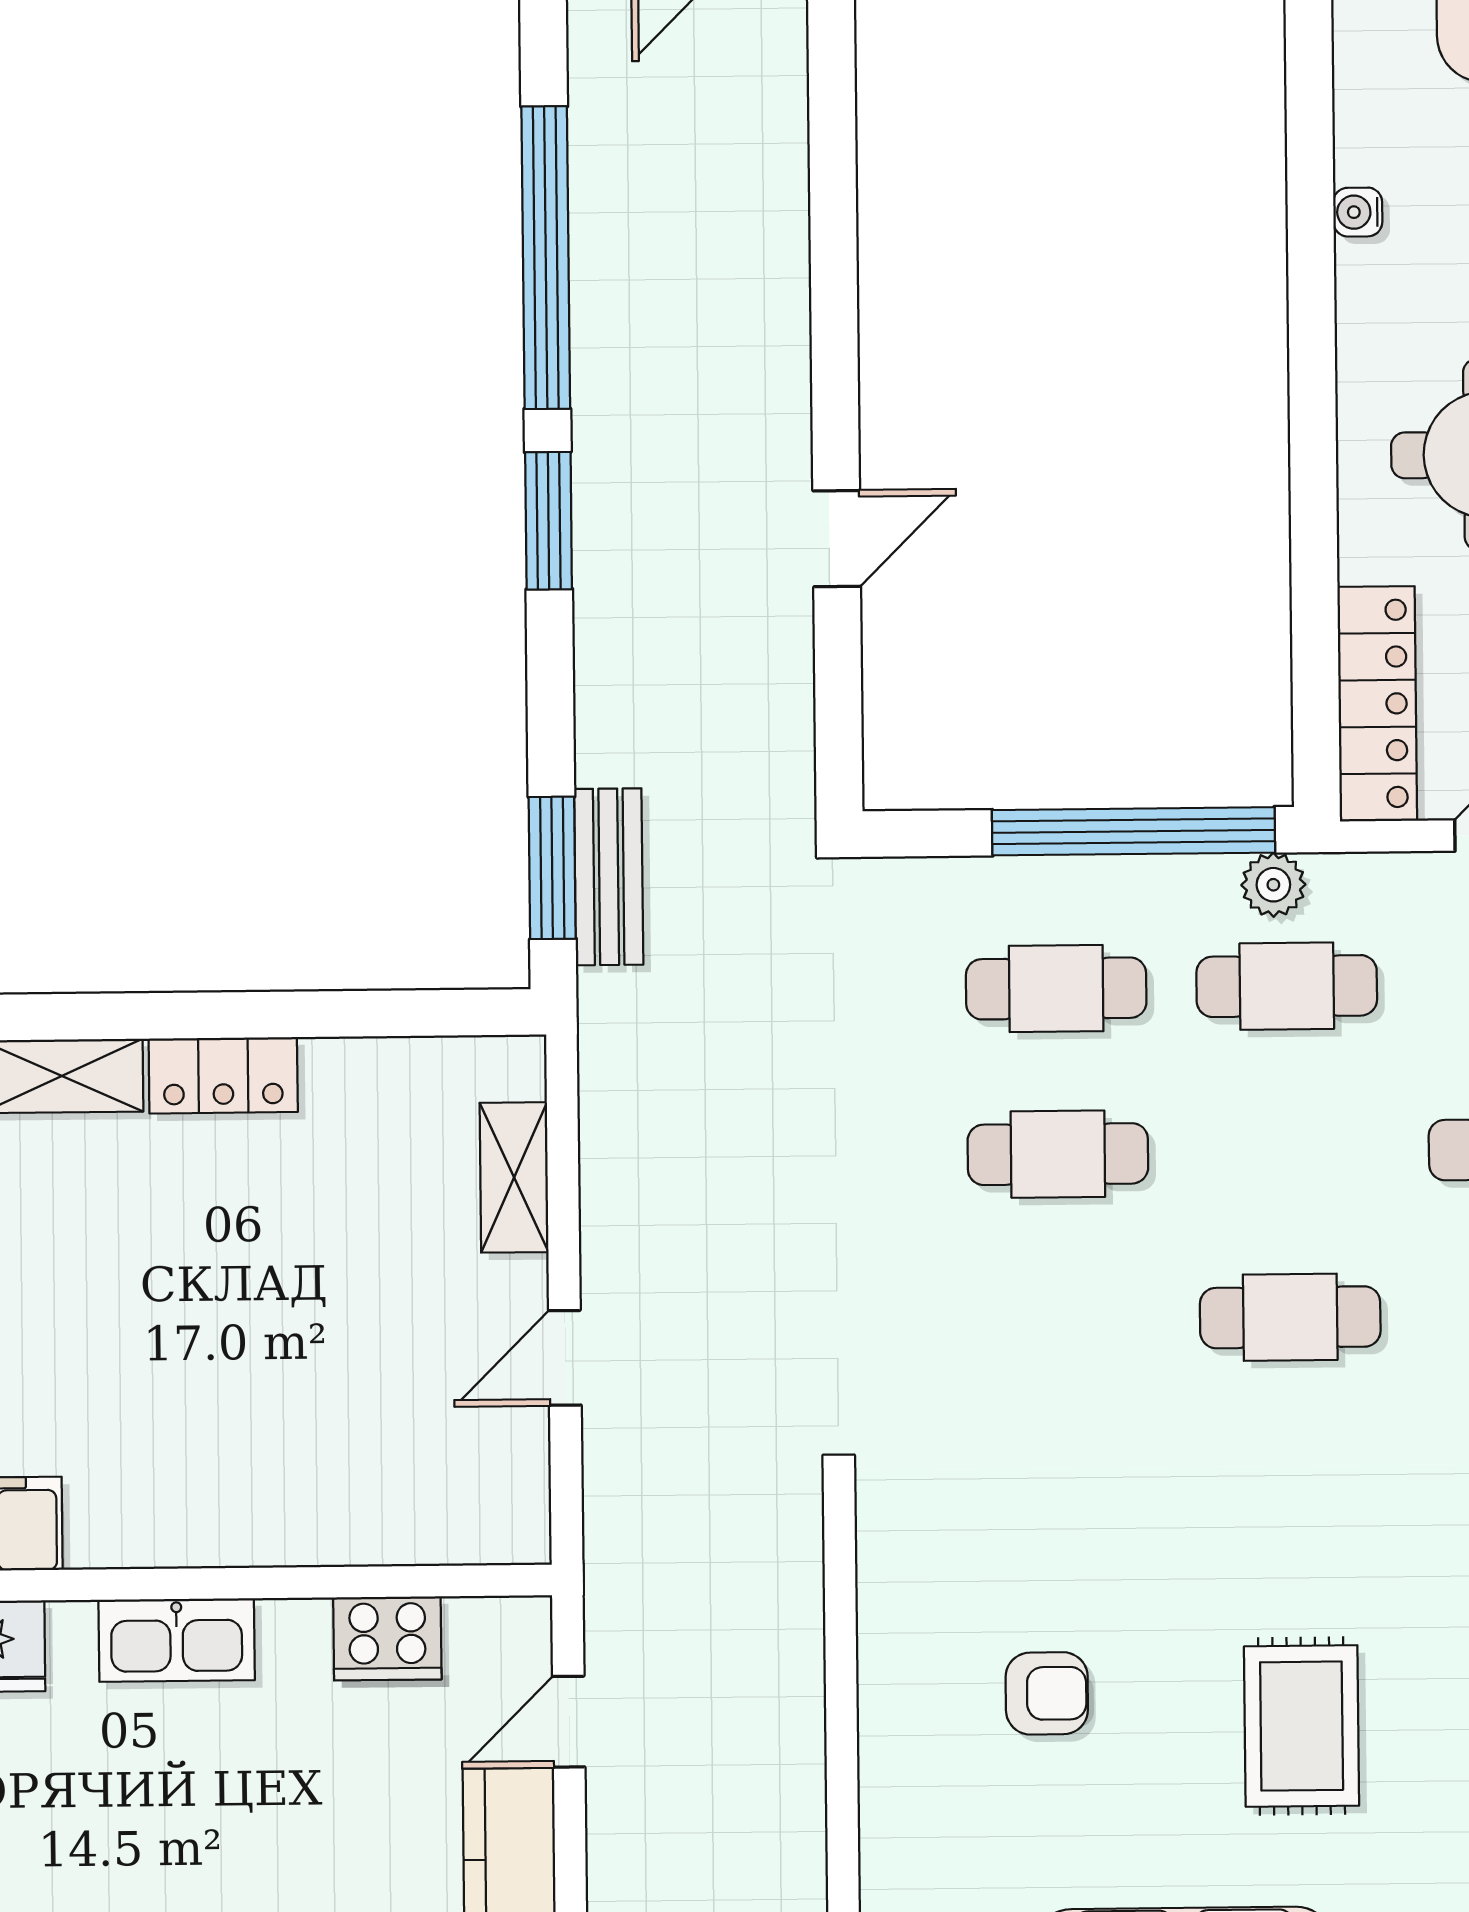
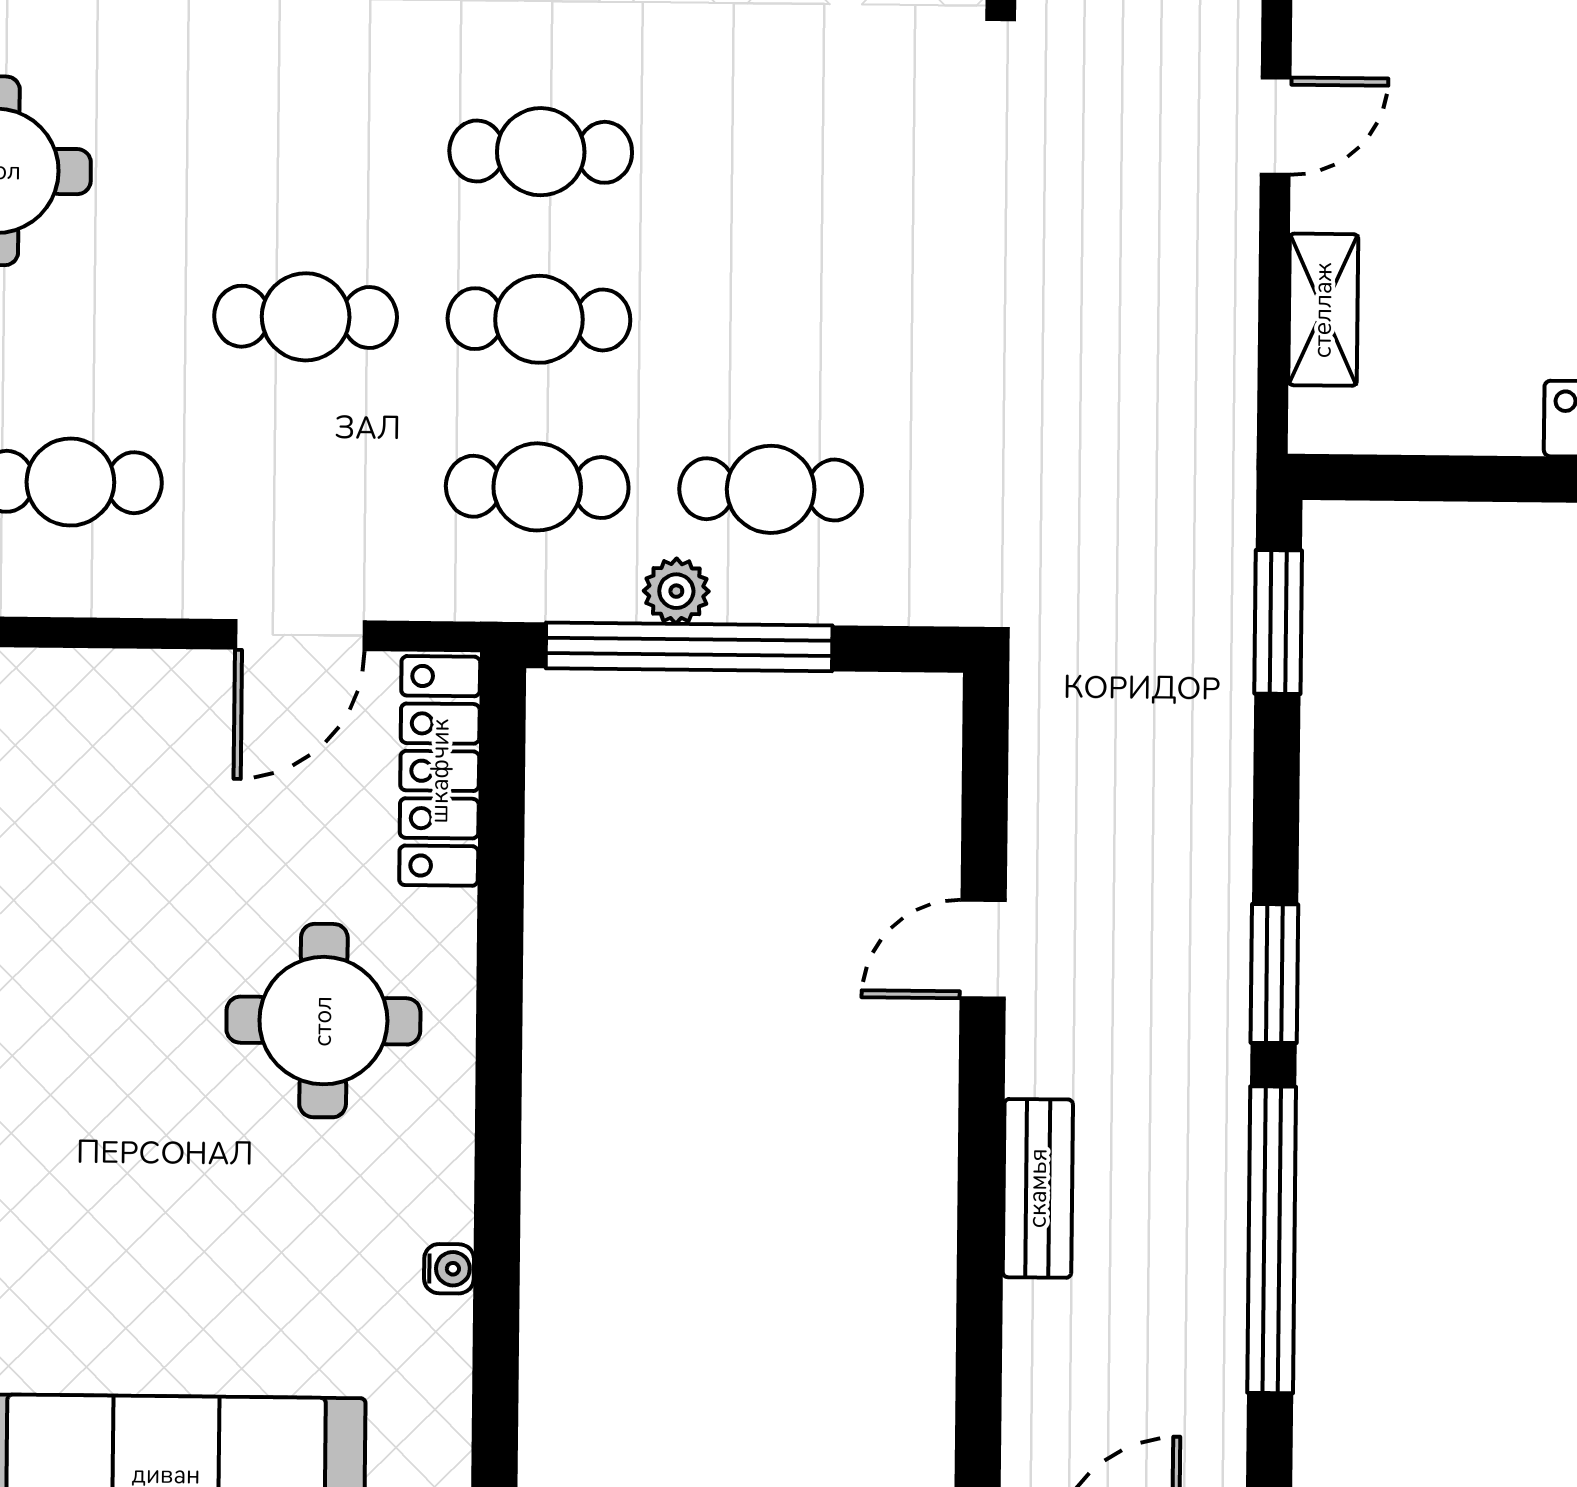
bench: (609, 877) -> (1038, 1188), moved
plant: (1273, 885) -> (676, 591), moved
cafe table: (1058, 1154) -> (539, 319), moved

